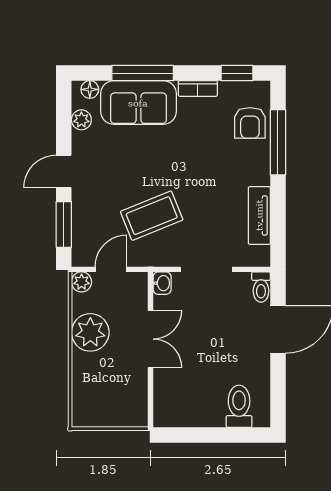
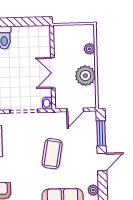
coffee table: (152, 216) -> (52, 154), moved, turned -58
plant: (82, 282) -> (89, 49), moved

